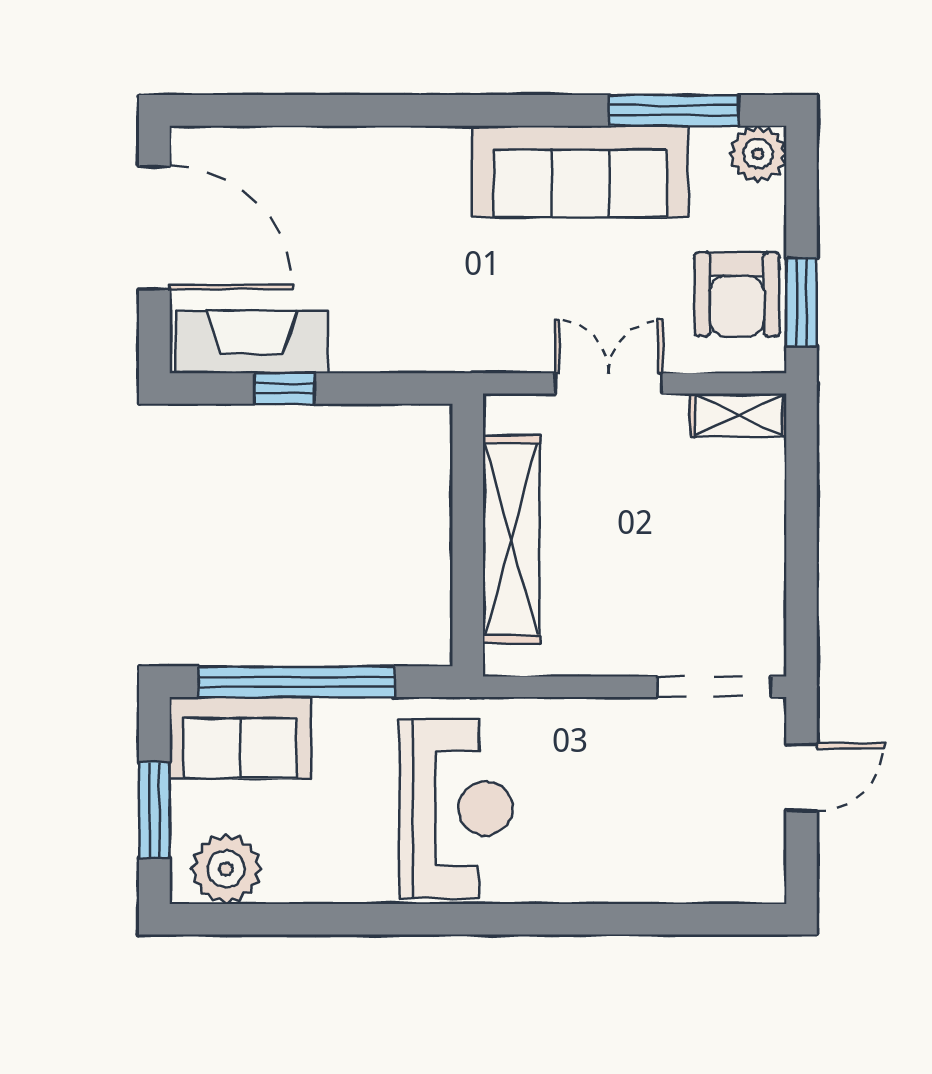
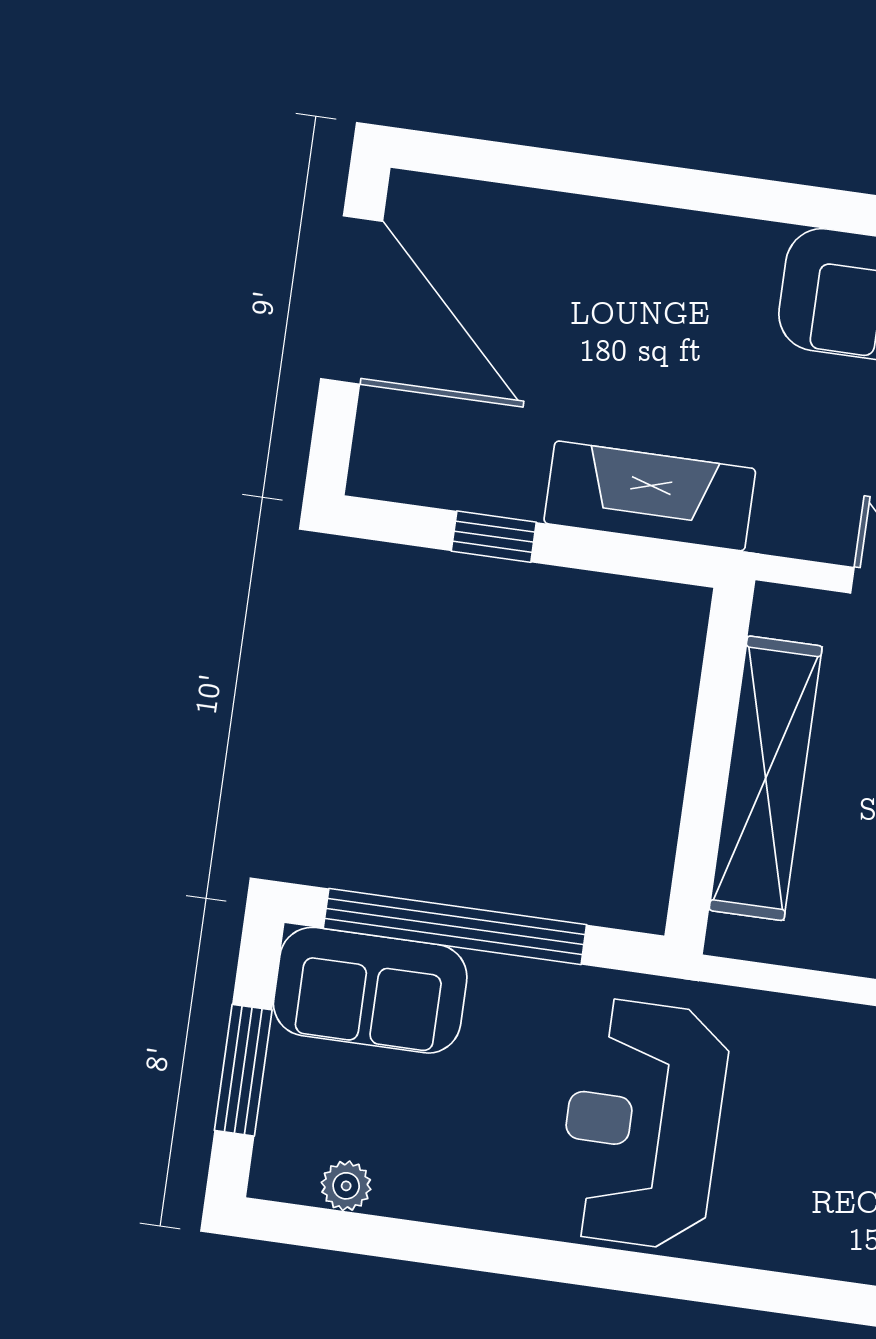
fireplace: (252, 342) -> (650, 496), moved
reception desk: (456, 809) -> (642, 1124), turned 180
plant: (226, 869) -> (346, 1186), width x0.53, depth x0.53

